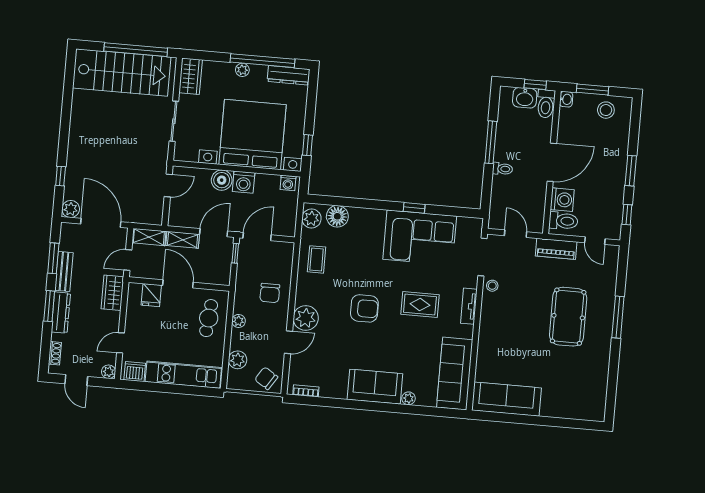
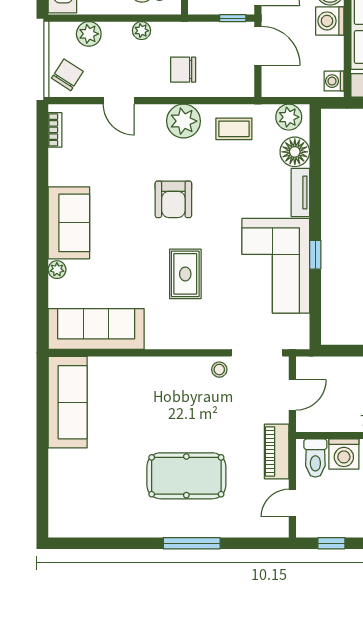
tv unit: (469, 306) -> (300, 192), moved, turned -90
plant: (306, 318) -> (184, 121), moved

